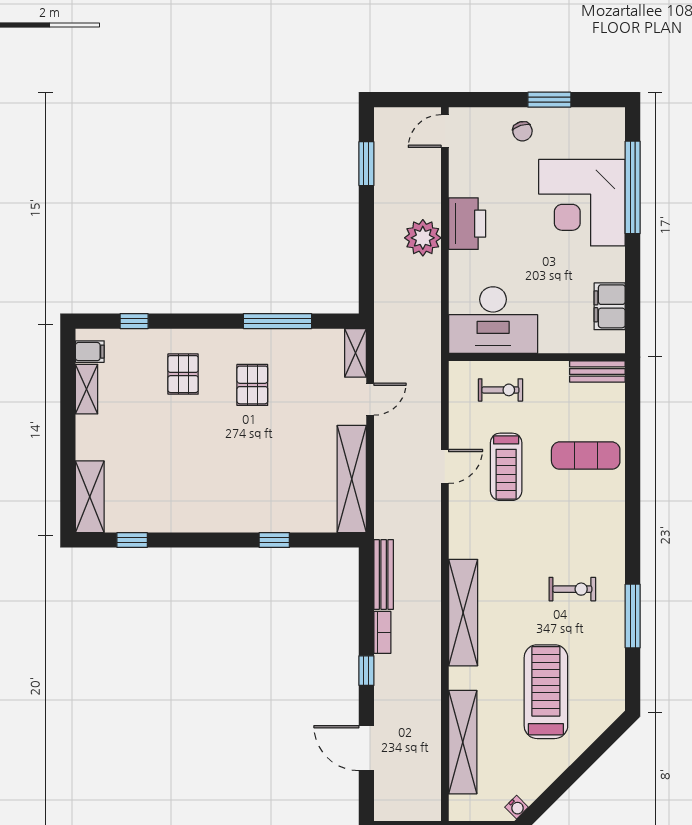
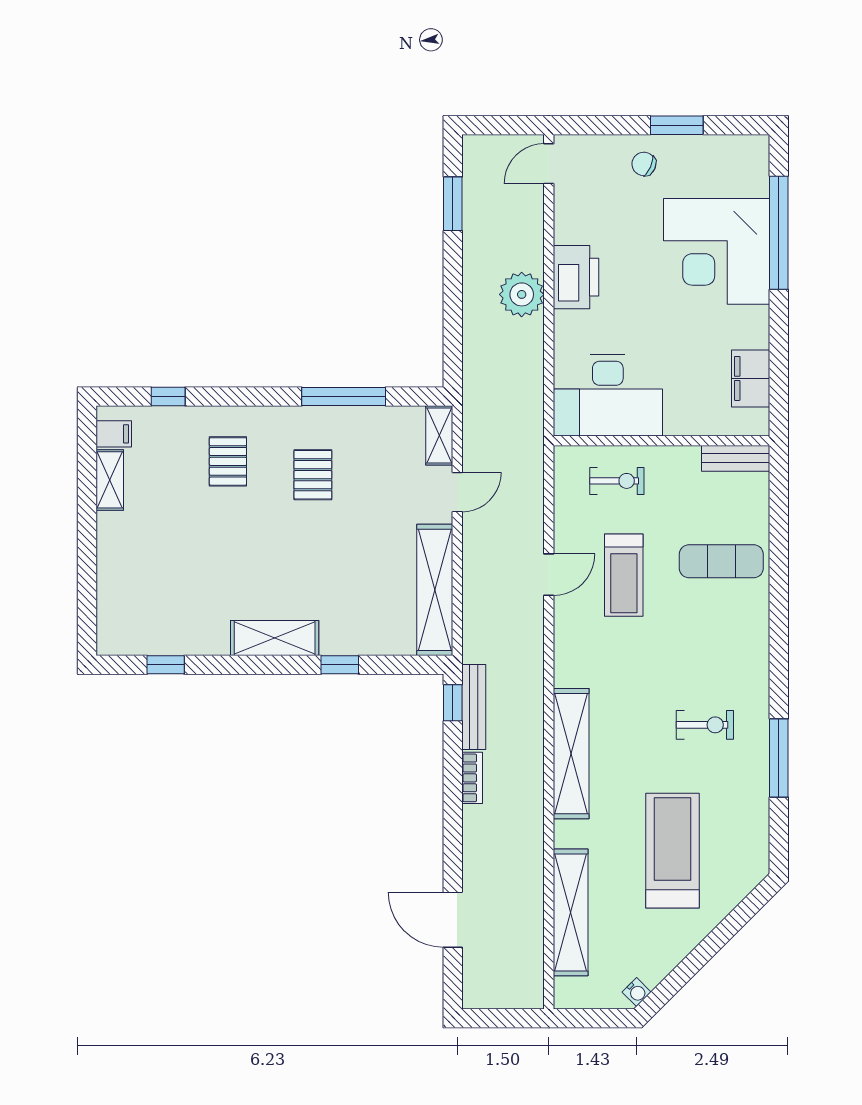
chair: (522, 131) -> (644, 164), turned 131
shelving: (90, 497) -> (275, 638), moved, turned 90
window: (366, 671) -> (453, 703), moved

